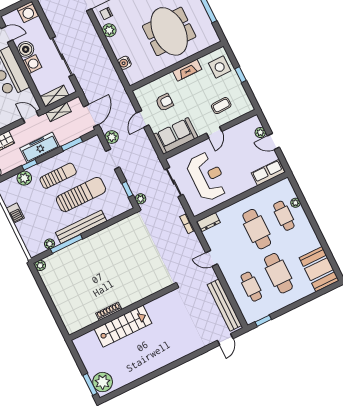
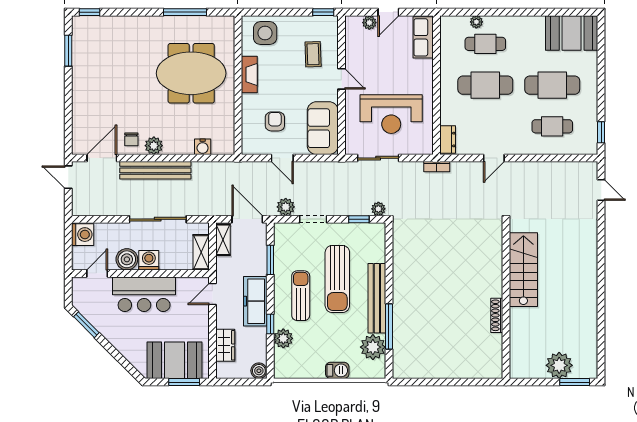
window: (240, 75) -> (323, 12), moved
shelving: (59, 112) -> (223, 240), moved
reception desk: (207, 176) -> (391, 114), turned 180
sun lounger: (81, 194) -> (337, 279), turned 180
barbecue: (15, 213) -> (337, 370), moved
plant: (50, 244) -> (373, 347), width x1.87, depth x1.87
plant: (40, 265) -> (400, 371), removed
bench: (224, 305) -> (155, 170), moved
stairs: (123, 326) -> (523, 270), moved
plant: (103, 382) -> (559, 365), moved

